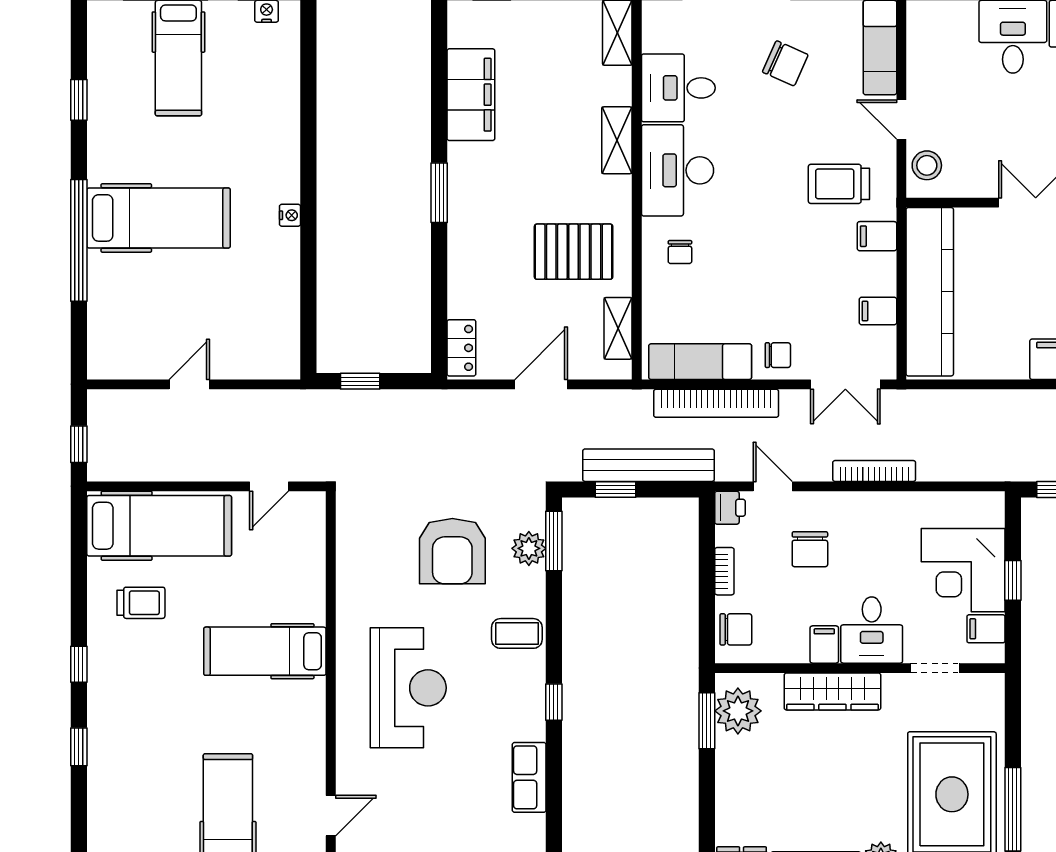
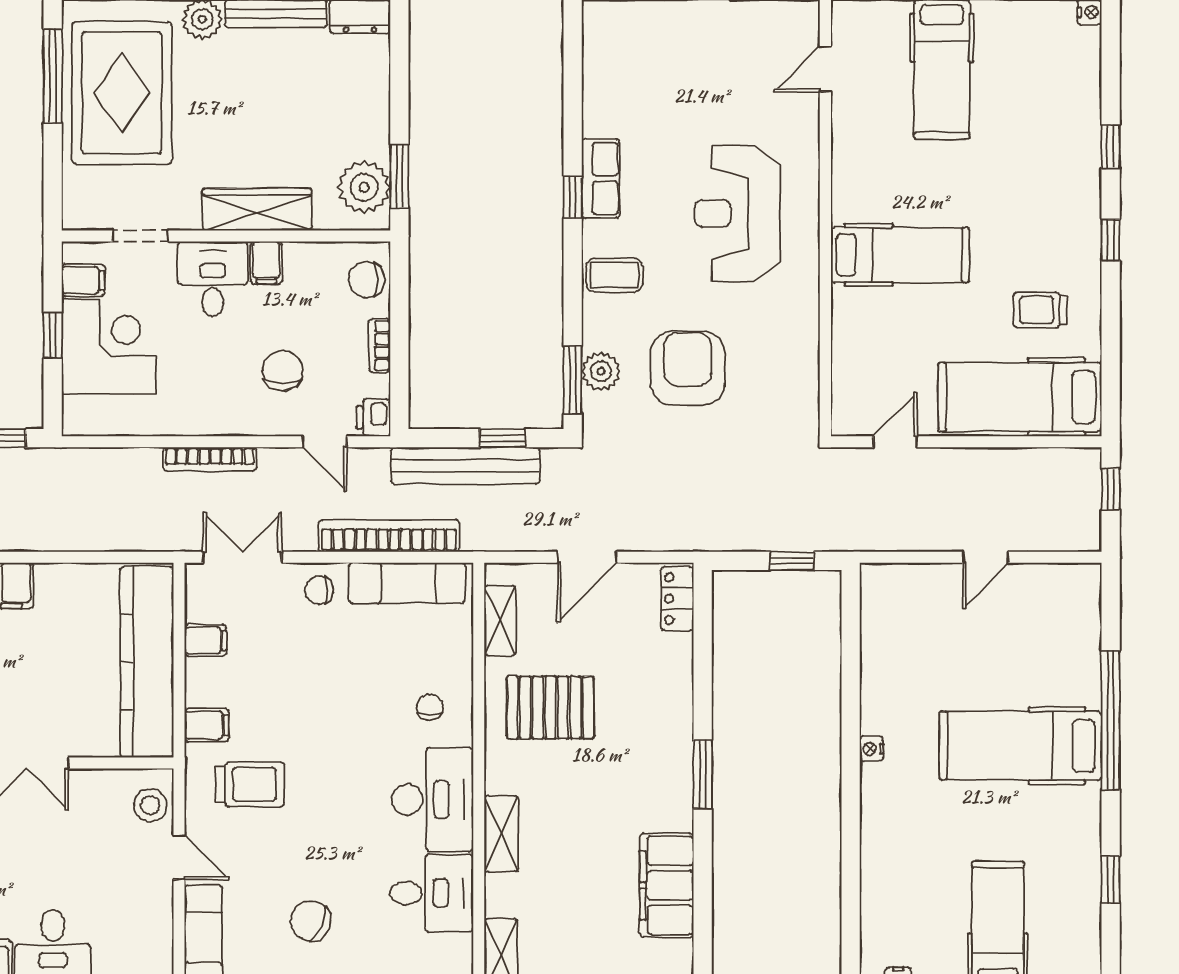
row of seats: (529, 777) -> (601, 179), moved

